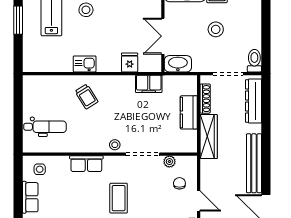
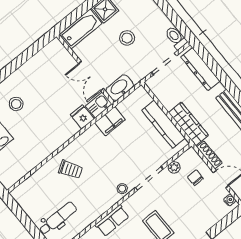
kitchen sink: (85, 64) -> (99, 105), moved
shoe rack: (205, 99) -> (209, 155), moved
kitchen counter: (189, 112) -> (163, 124), width x1.50

